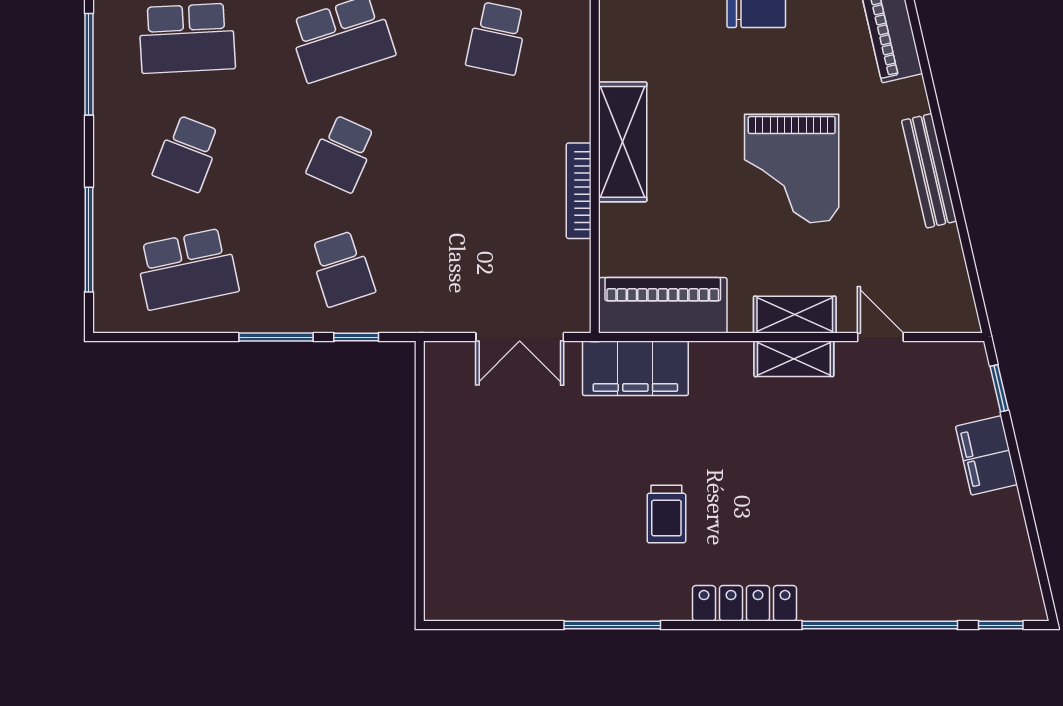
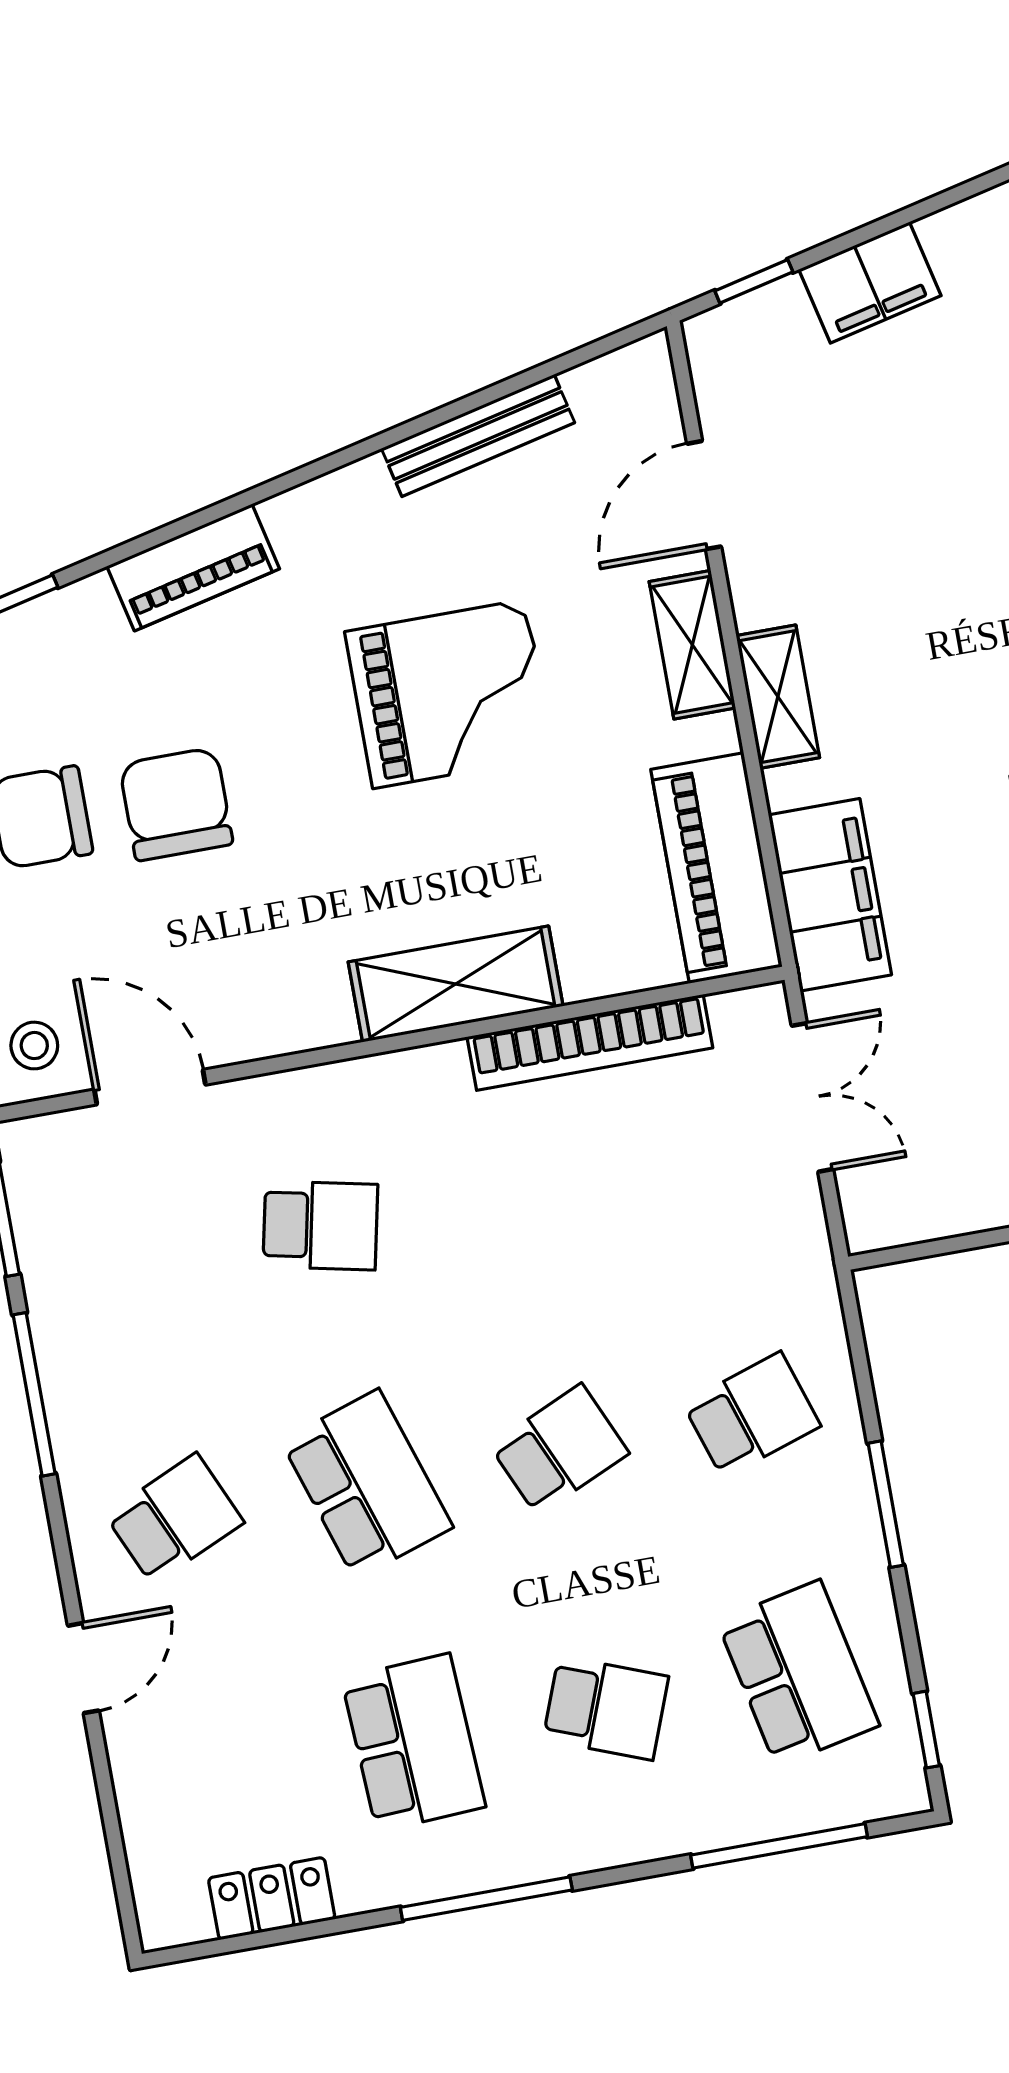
school desk: (342, 153) -> (559, 1449), turned -48
bench: (929, 171) -> (478, 435), moved
bookcase: (579, 191) -> (590, 1042), width x1.48, depth x1.31
window: (356, 337) -> (926, 1730), moved
door: (880, 337) -> (704, 495), width x1.38
shelving: (794, 359) -> (778, 697), moved

